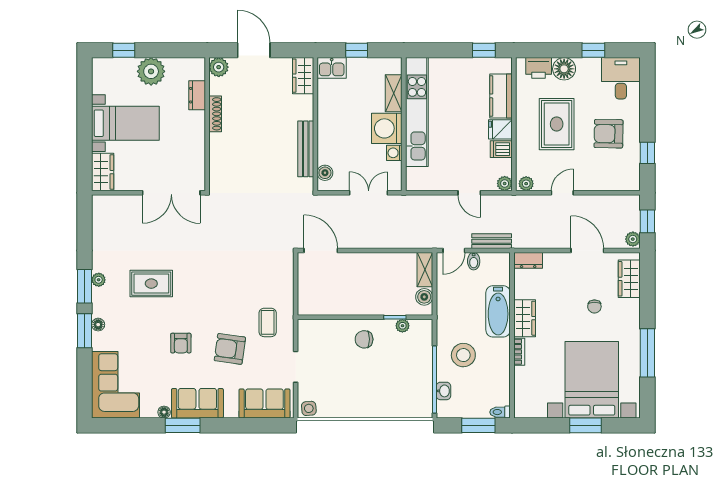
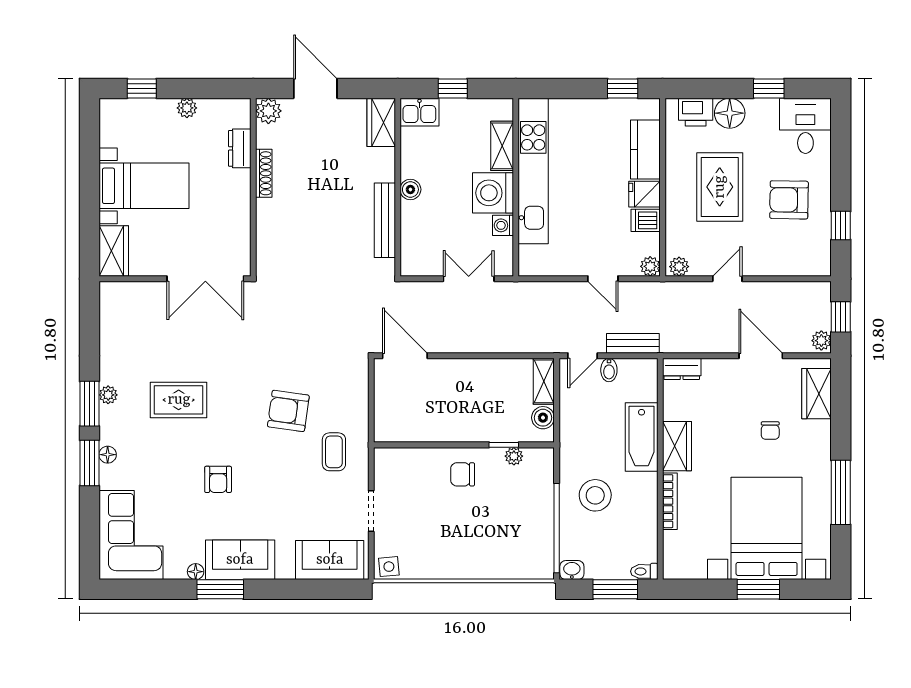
plant: (151, 71) -> (187, 108), width x0.53, depth x0.53
boiler: (325, 173) -> (410, 189), moved
armchair: (230, 349) -> (288, 411), moved
bookcase: (519, 352) -> (670, 501), width x1.56
washbasin: (443, 391) -> (572, 570), moved, turned -90

